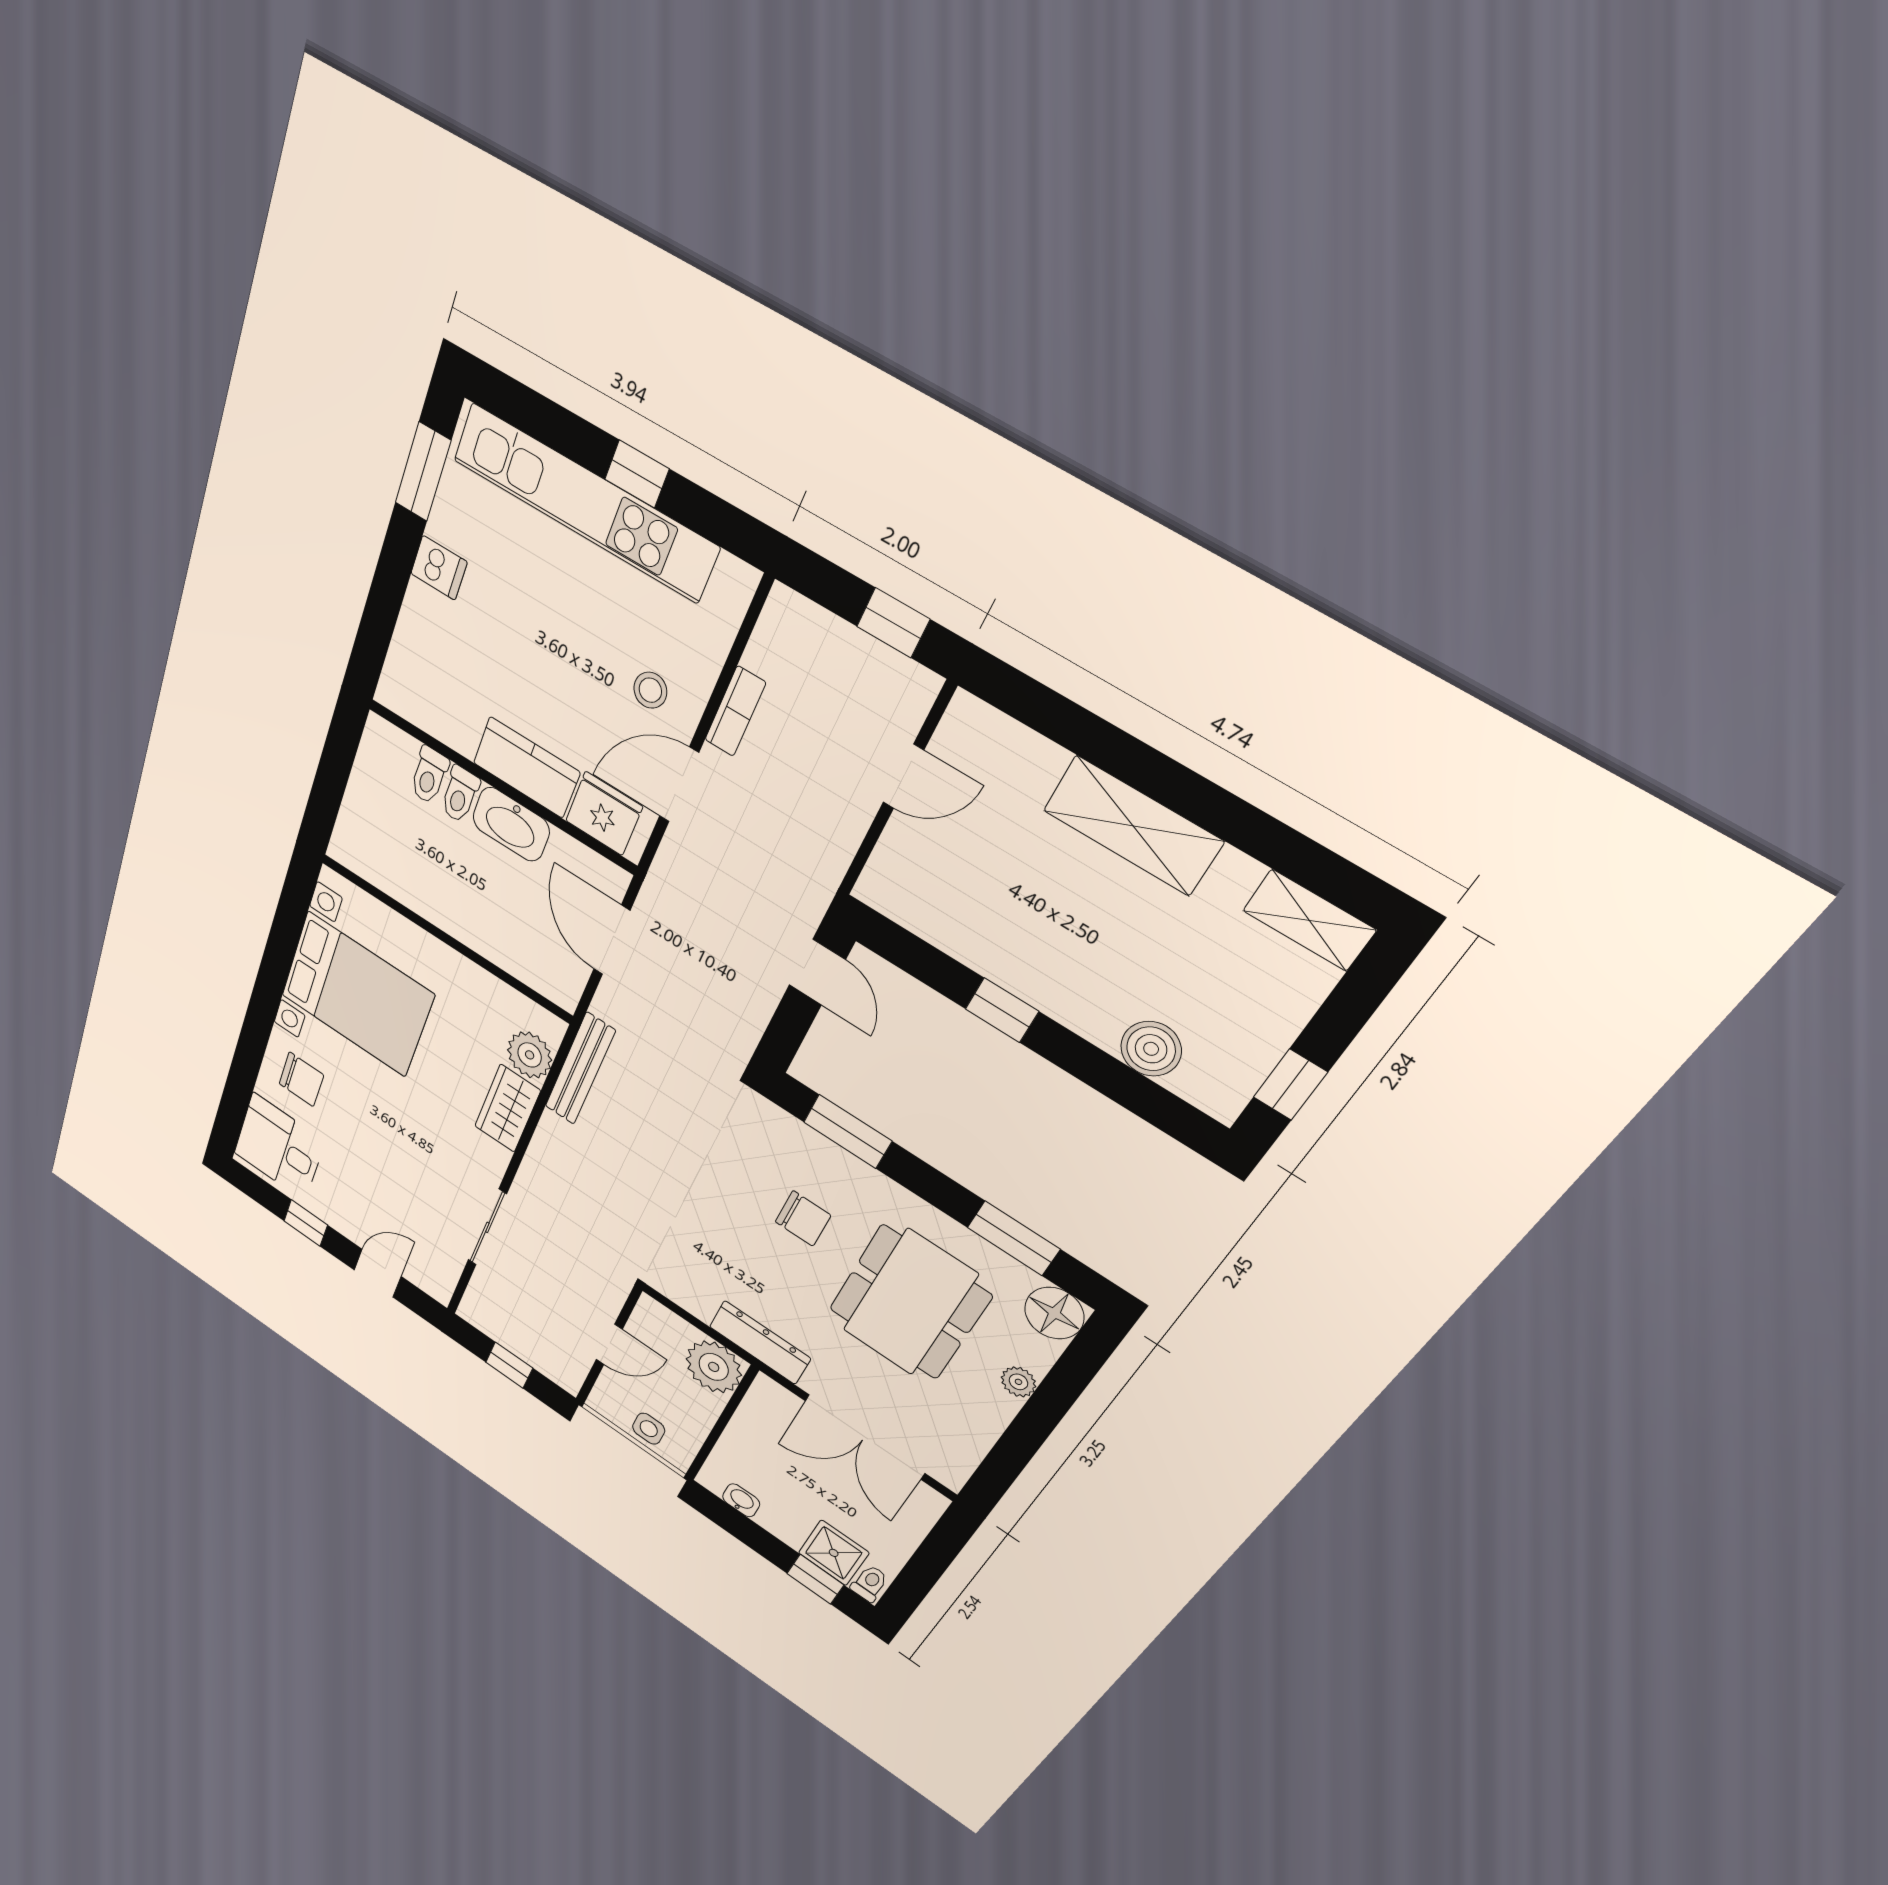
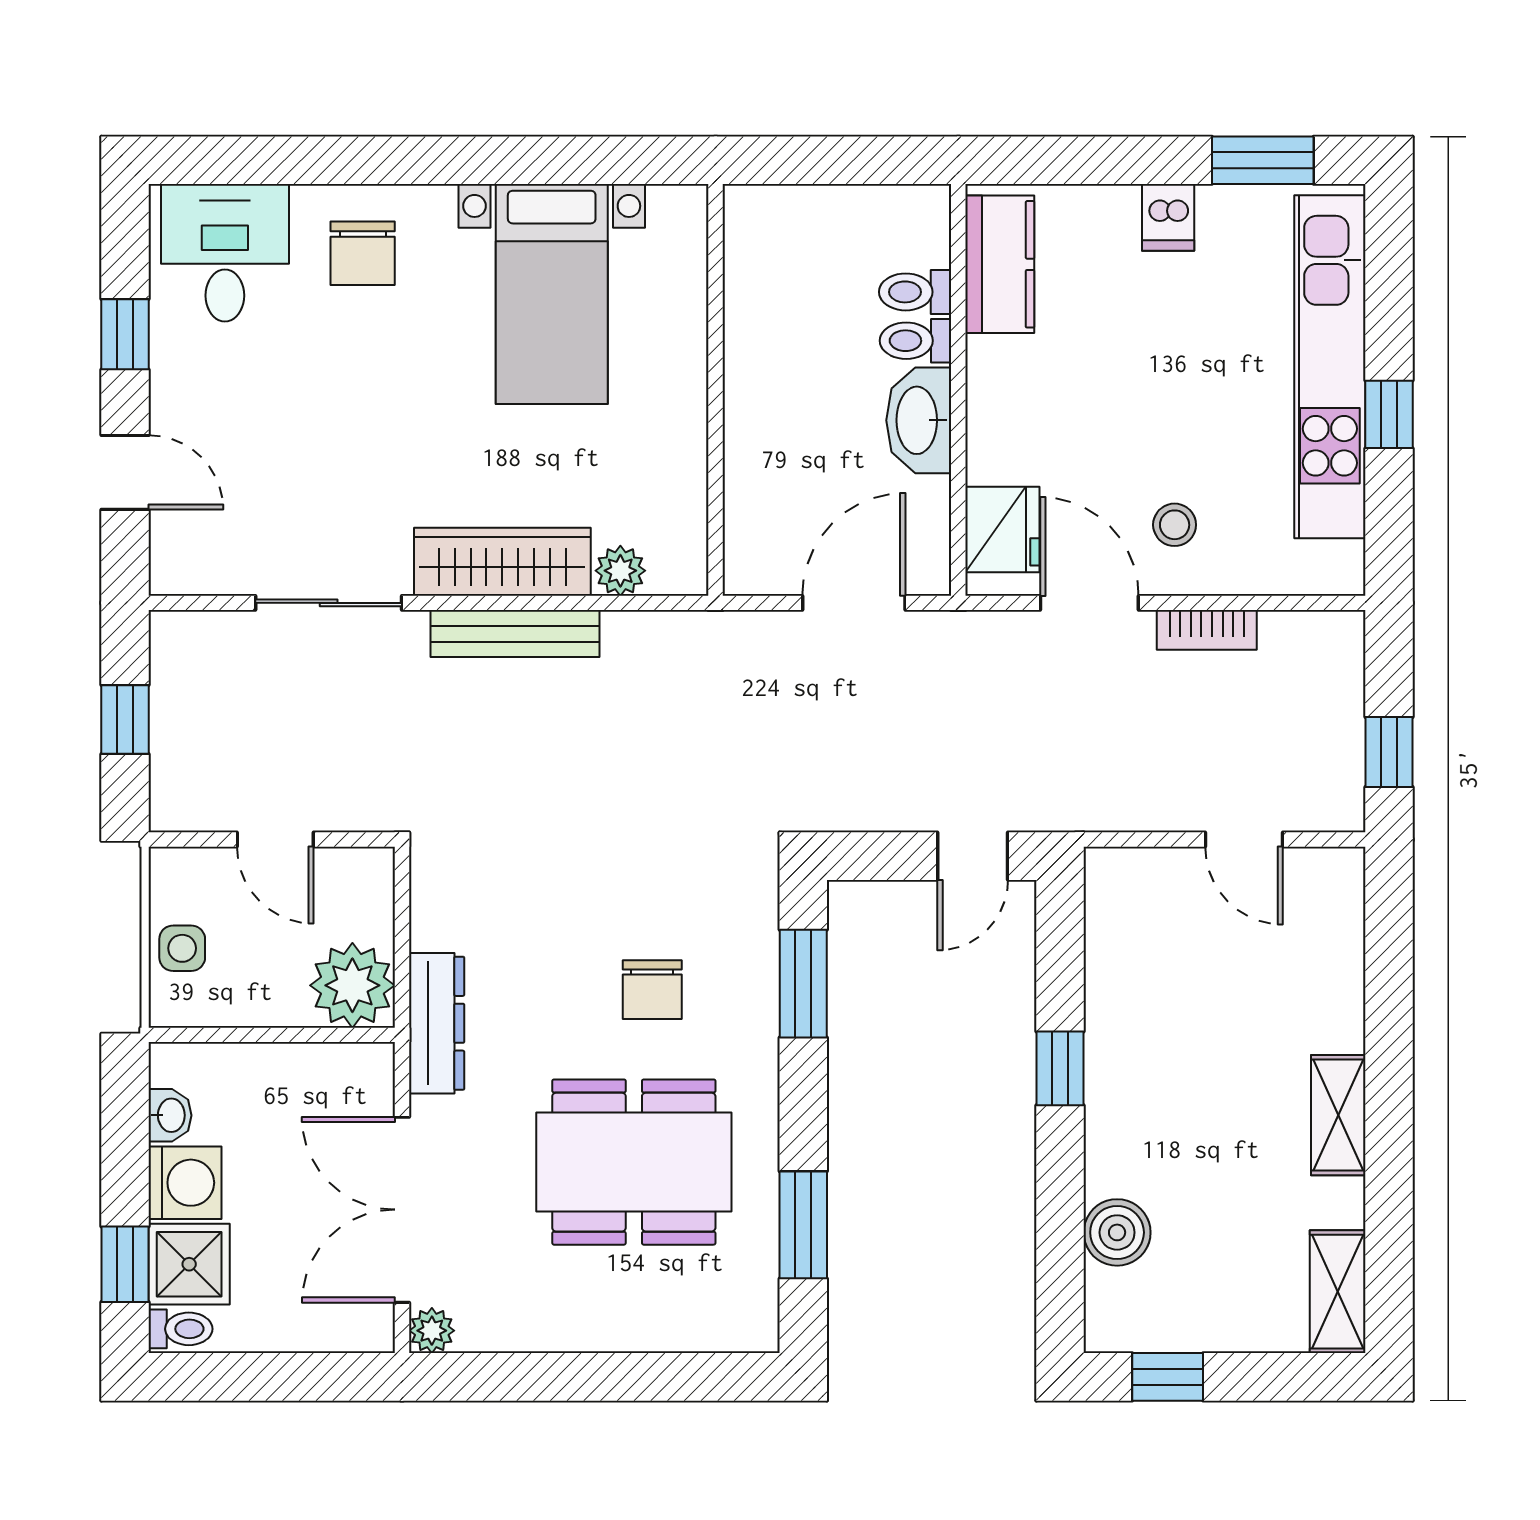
kitchen counter: (526, 767) -> (1000, 264), moved
shelving: (1133, 826) -> (1338, 1115), width x0.67, depth x0.75
bed with nightstands: (357, 995) -> (552, 294), width x0.73
plant: (530, 1055) -> (620, 571), width x0.73, depth x0.73
bench: (580, 1069) -> (515, 634), moved
wardrobe: (507, 1108) -> (502, 562), width x1.50
floor lamp: (1054, 1313) -> (743, 1316), removed
plant: (1018, 1382) -> (432, 1331), moved
washing machine: (784, 1521) -> (185, 1183), added

